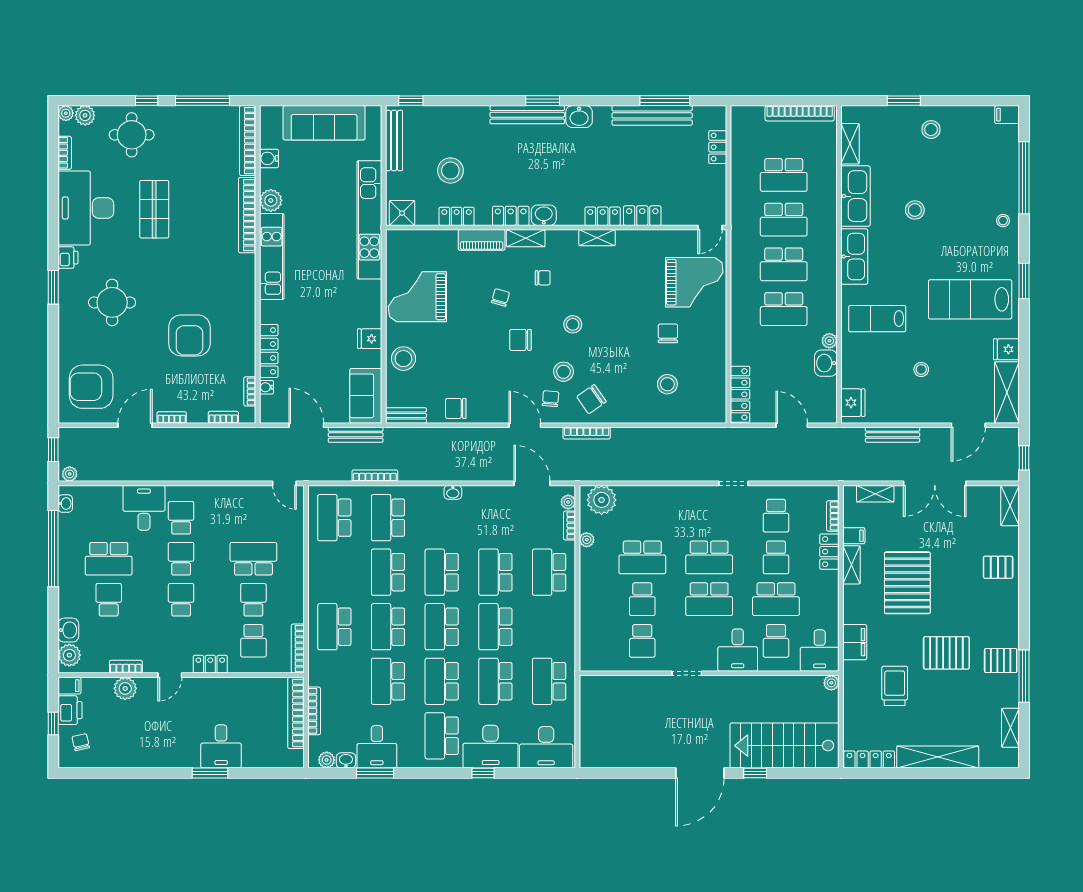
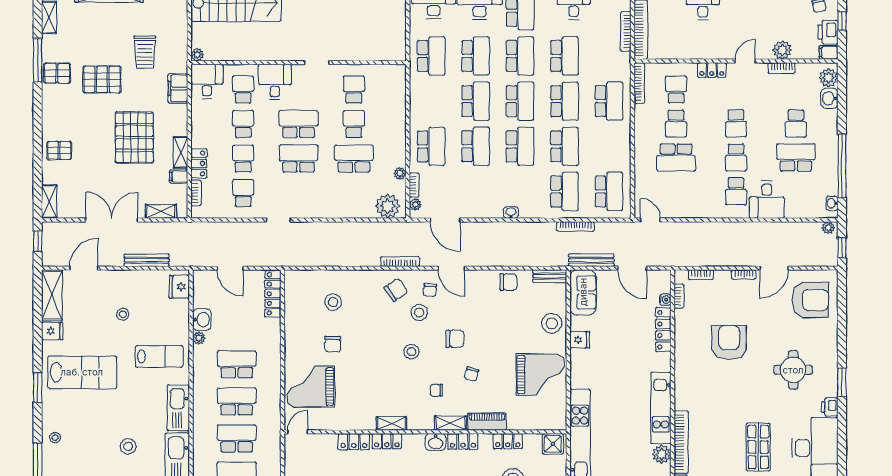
school desk: (776, 599) -> (243, 124), width x0.54

